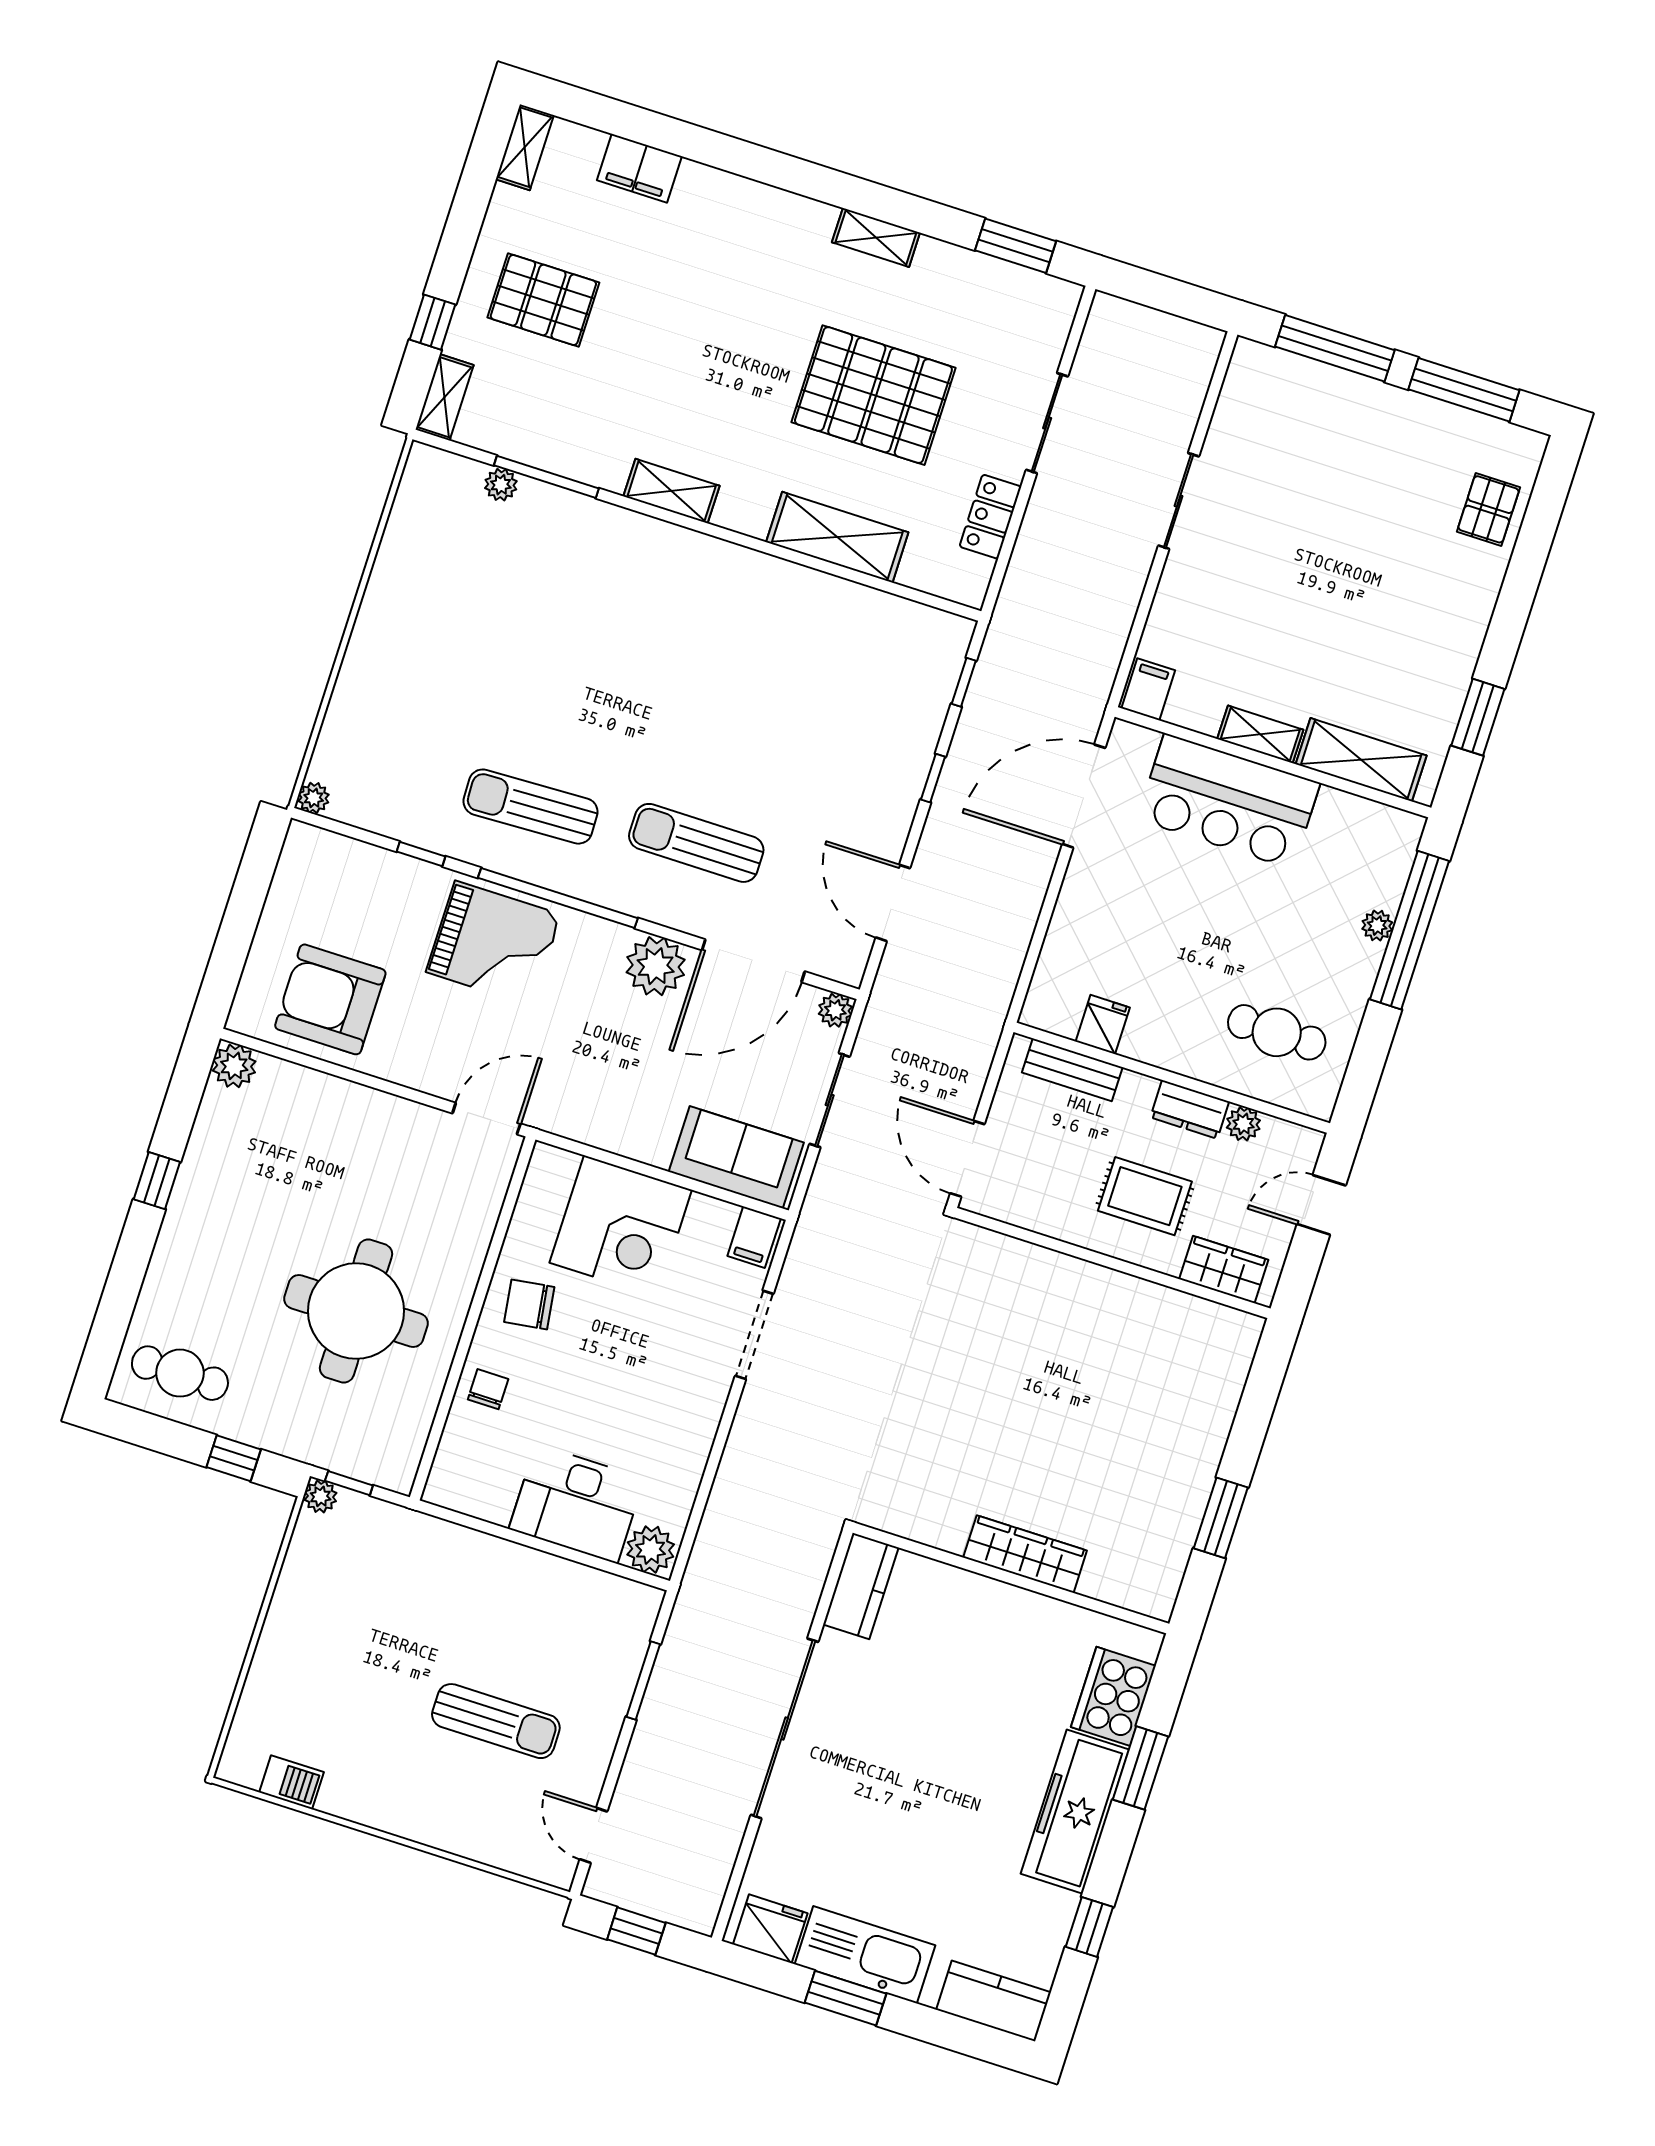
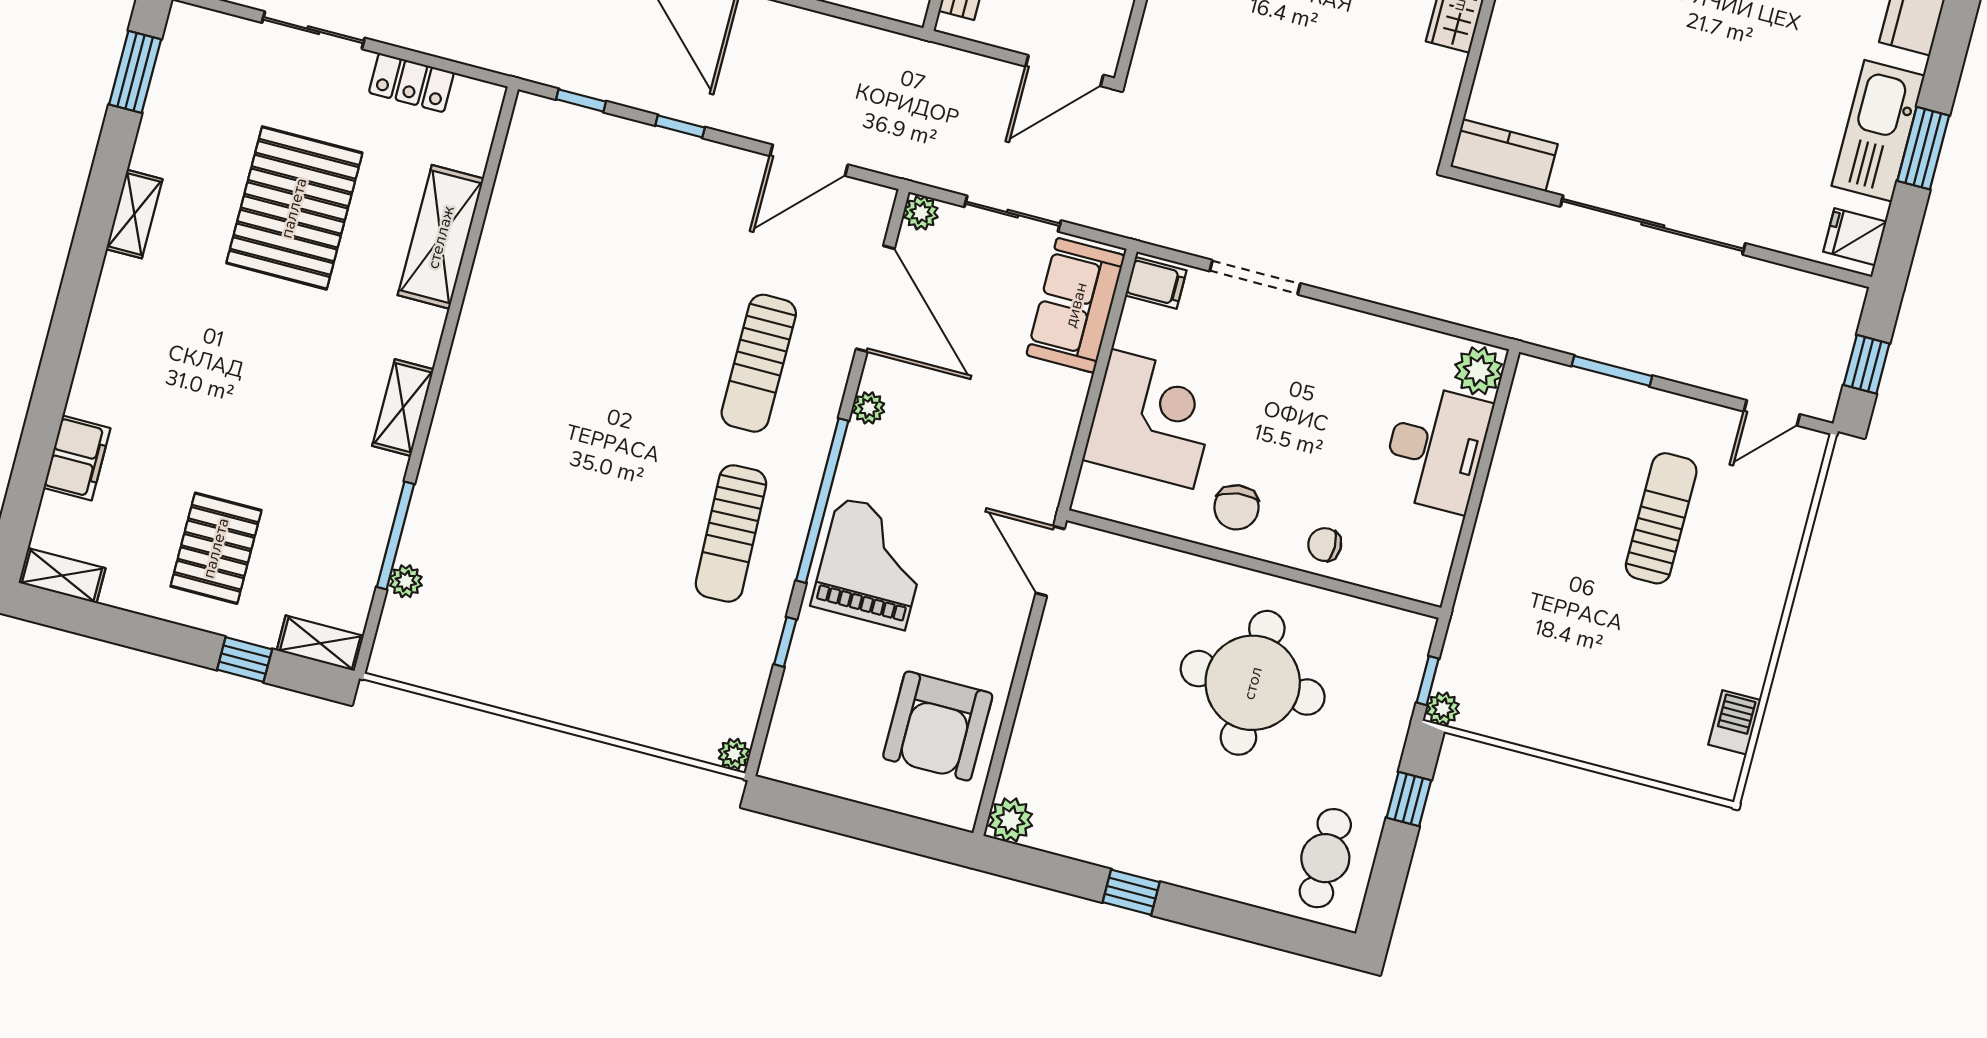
plant: (656, 966) -> (869, 408), width x0.53, depth x0.53
fridge: (770, 1929) -> (1855, 237), width x0.72

